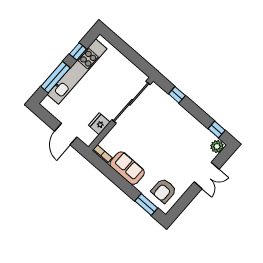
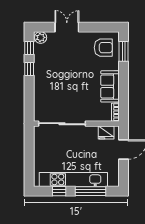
window: (177, 95) -> (29, 69), moved
fridge: (99, 124) -> (106, 133), moved

